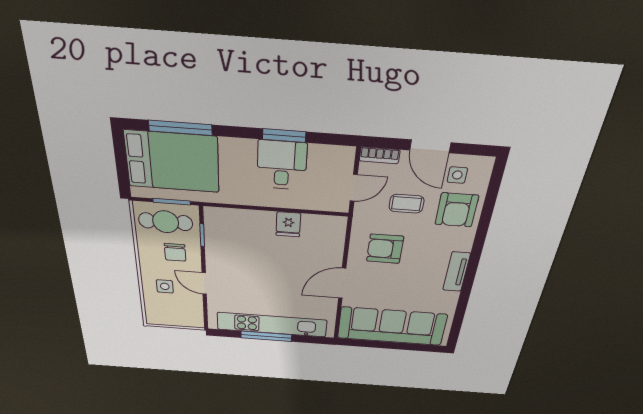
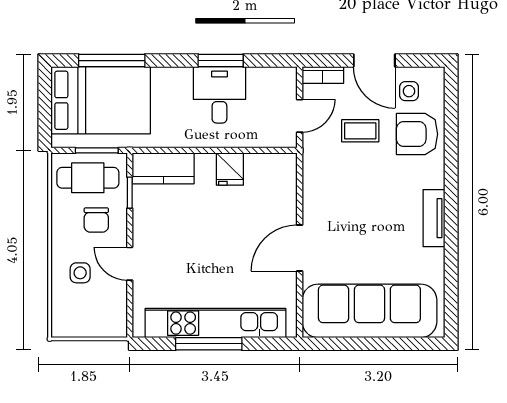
armchair: (457, 210) -> (417, 134), turned 90
kitchen counter: (230, 220) -> (163, 168), added
armchair: (385, 249) -> (345, 193), removed

